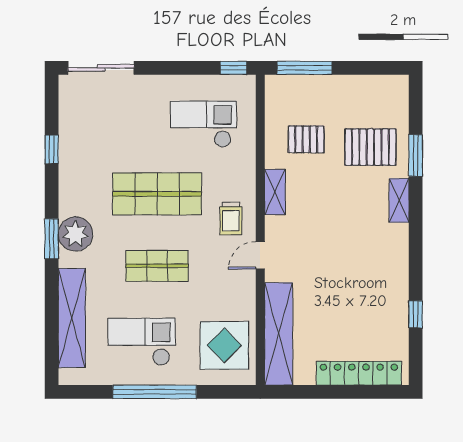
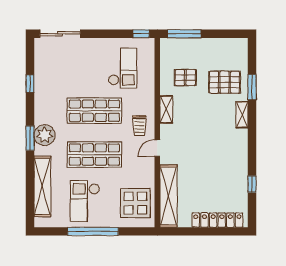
checkout: (203, 124) -> (123, 68), turned 90
shop shelf: (157, 266) -> (94, 155), width x1.43, depth x1.36
checkout: (142, 342) -> (85, 201), turned -90

